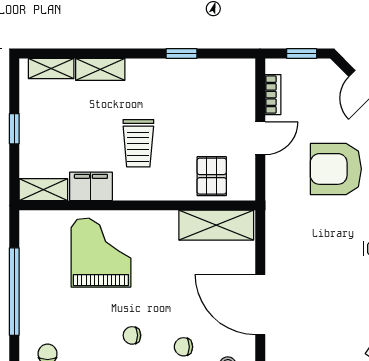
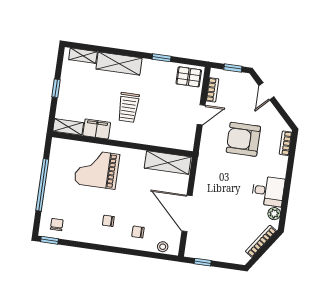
shelving: (100, 69) -> (119, 64), width x1.50, depth x1.33
pallet: (212, 176) -> (189, 77), moved, turned 90
grand piano: (101, 253) -> (97, 169), turned -90

